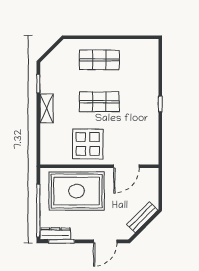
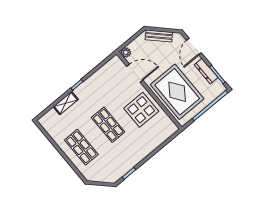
shelving: (47, 108) -> (66, 103), moved
plant: (153, 174) -> (126, 52), added
dresser: (55, 234) -> (206, 71), moved
door: (105, 241) -> (194, 47), swing flipped

